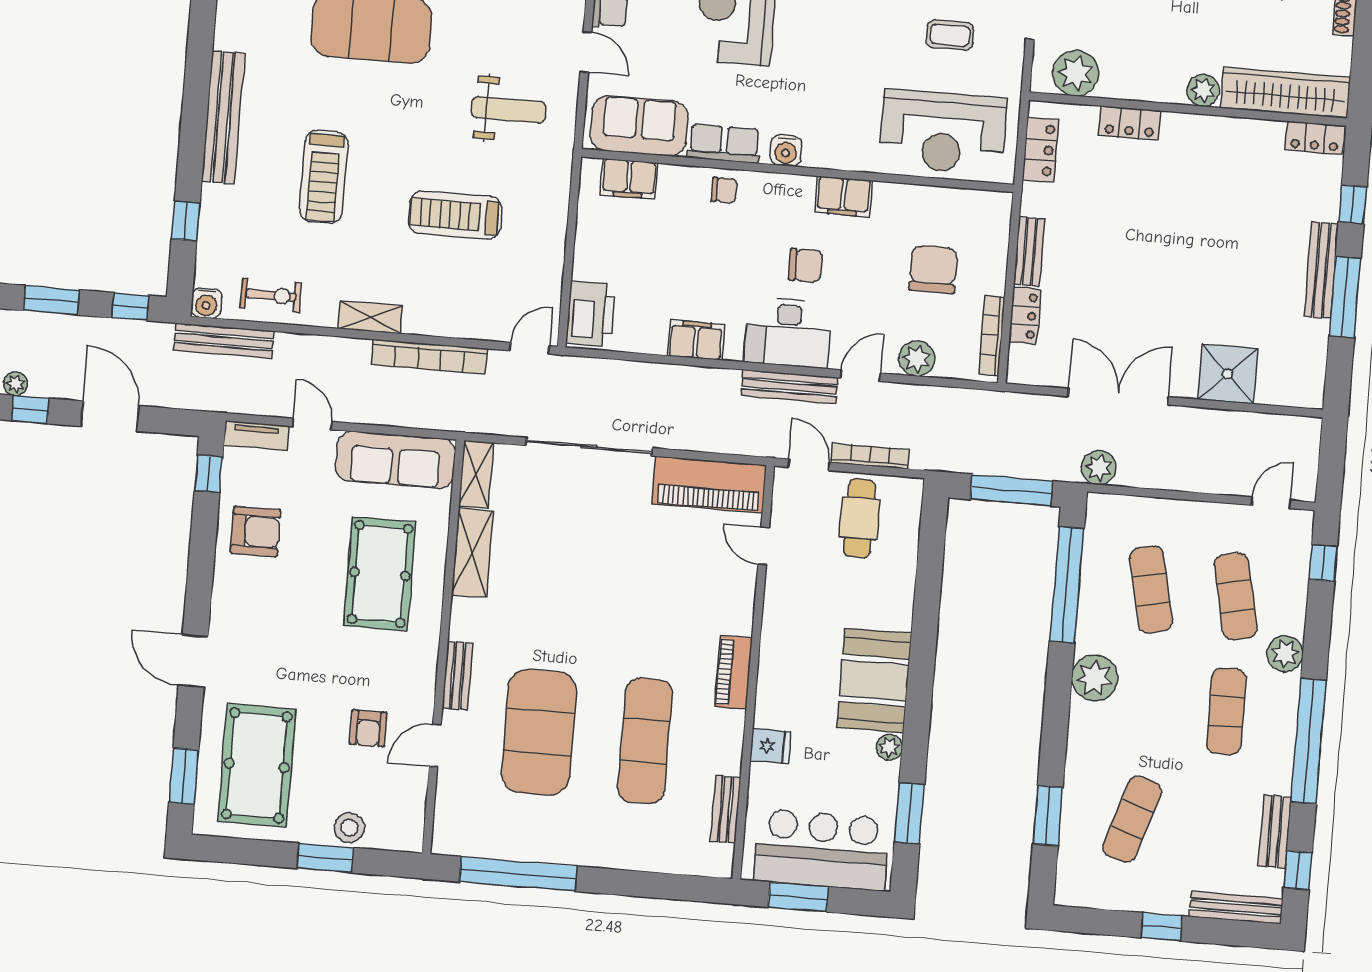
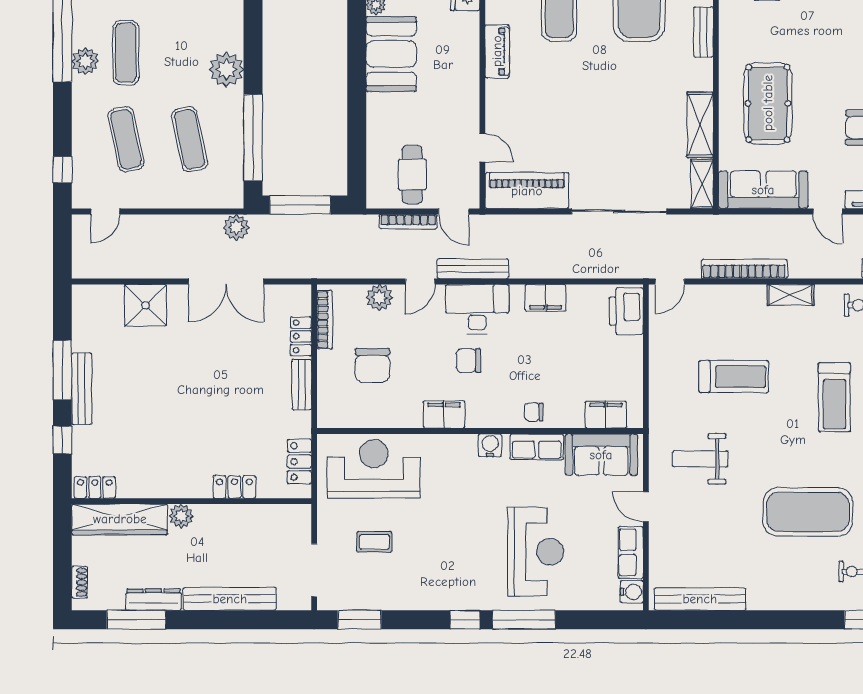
plant: (1076, 73) -> (278, 521), removed
treadmill: (324, 177) -> (834, 397), turned 180
plant: (1285, 654) -> (85, 61), moved

